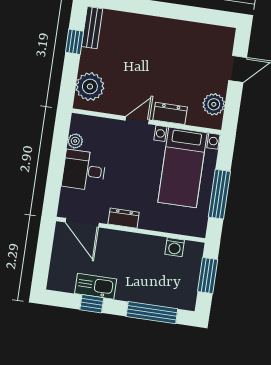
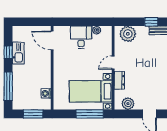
door: (137, 120) -> (113, 63), swing flipped
window: (219, 194) -> (90, 114), moved
dresser: (124, 218) -> (58, 63), removed
door: (82, 223) -> (52, 41), hinge flipped

